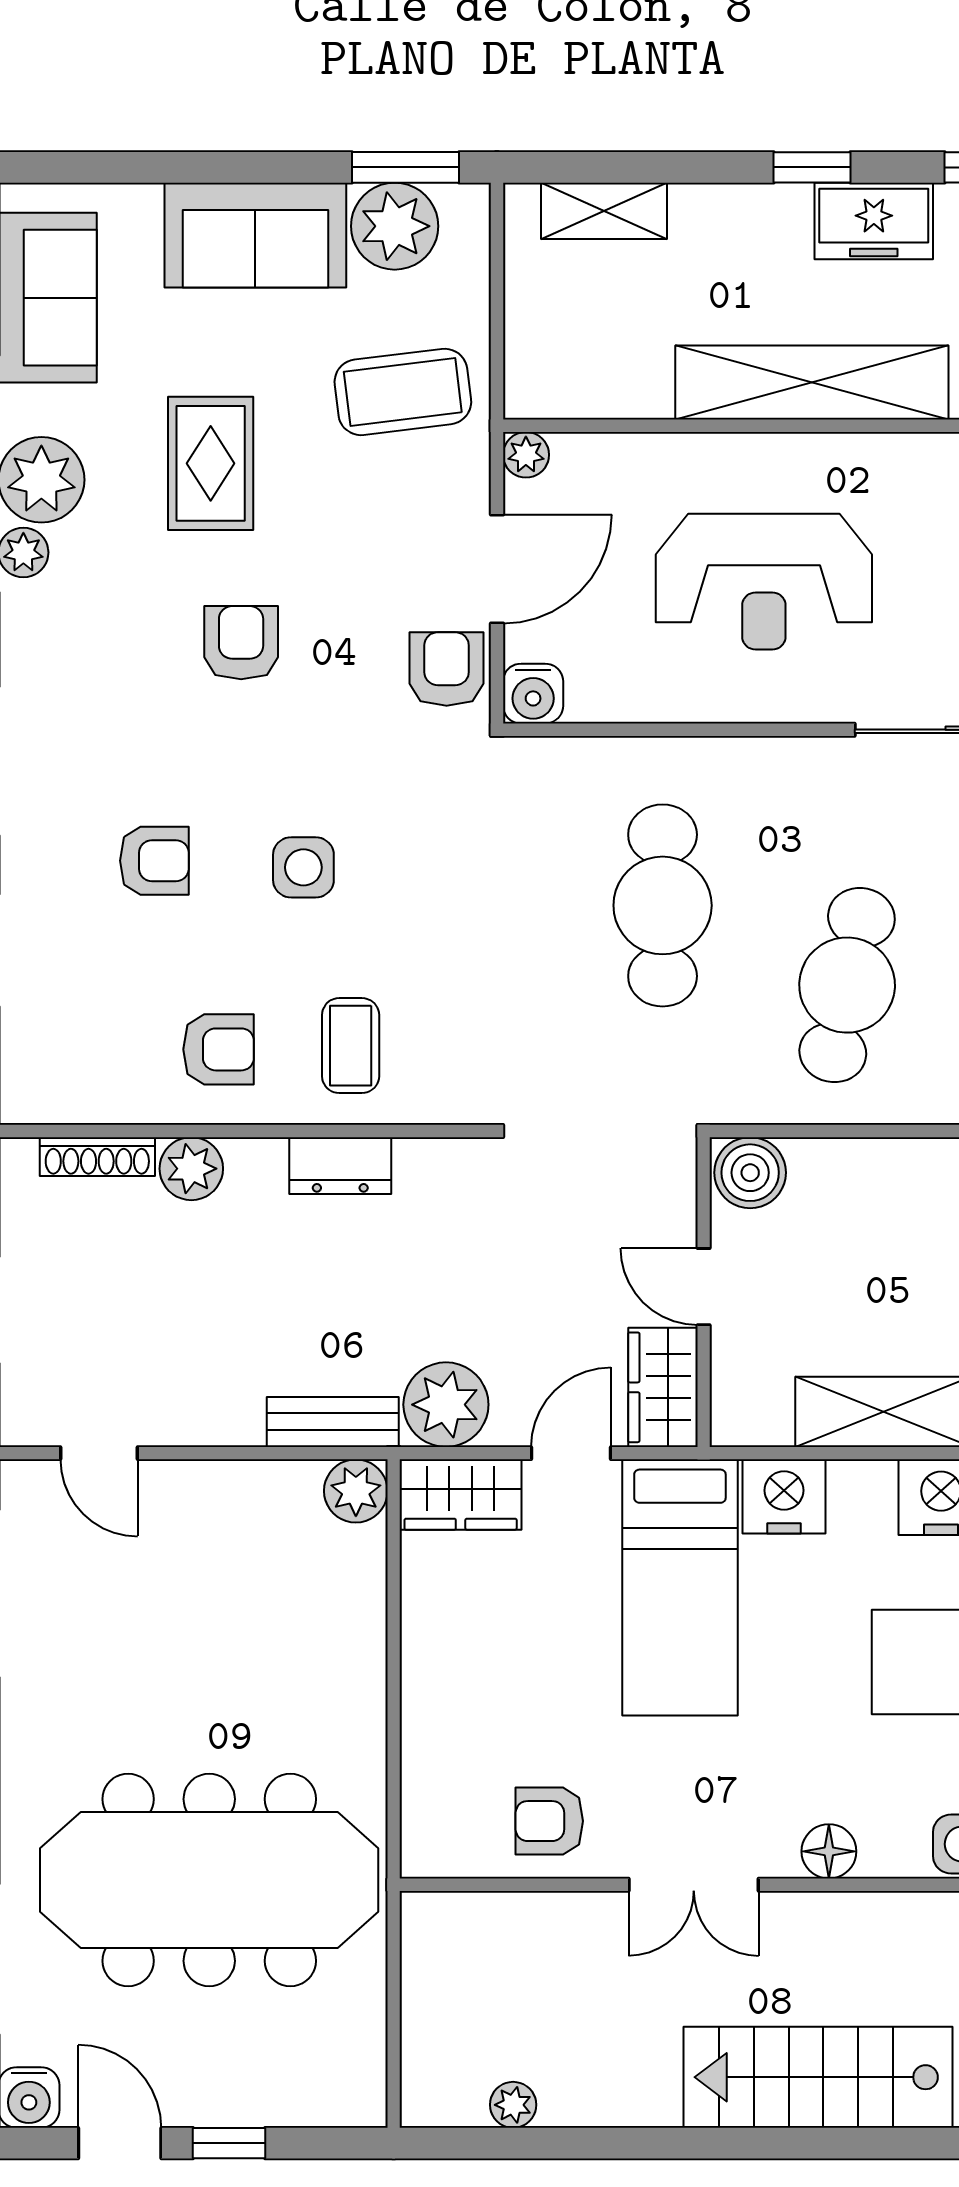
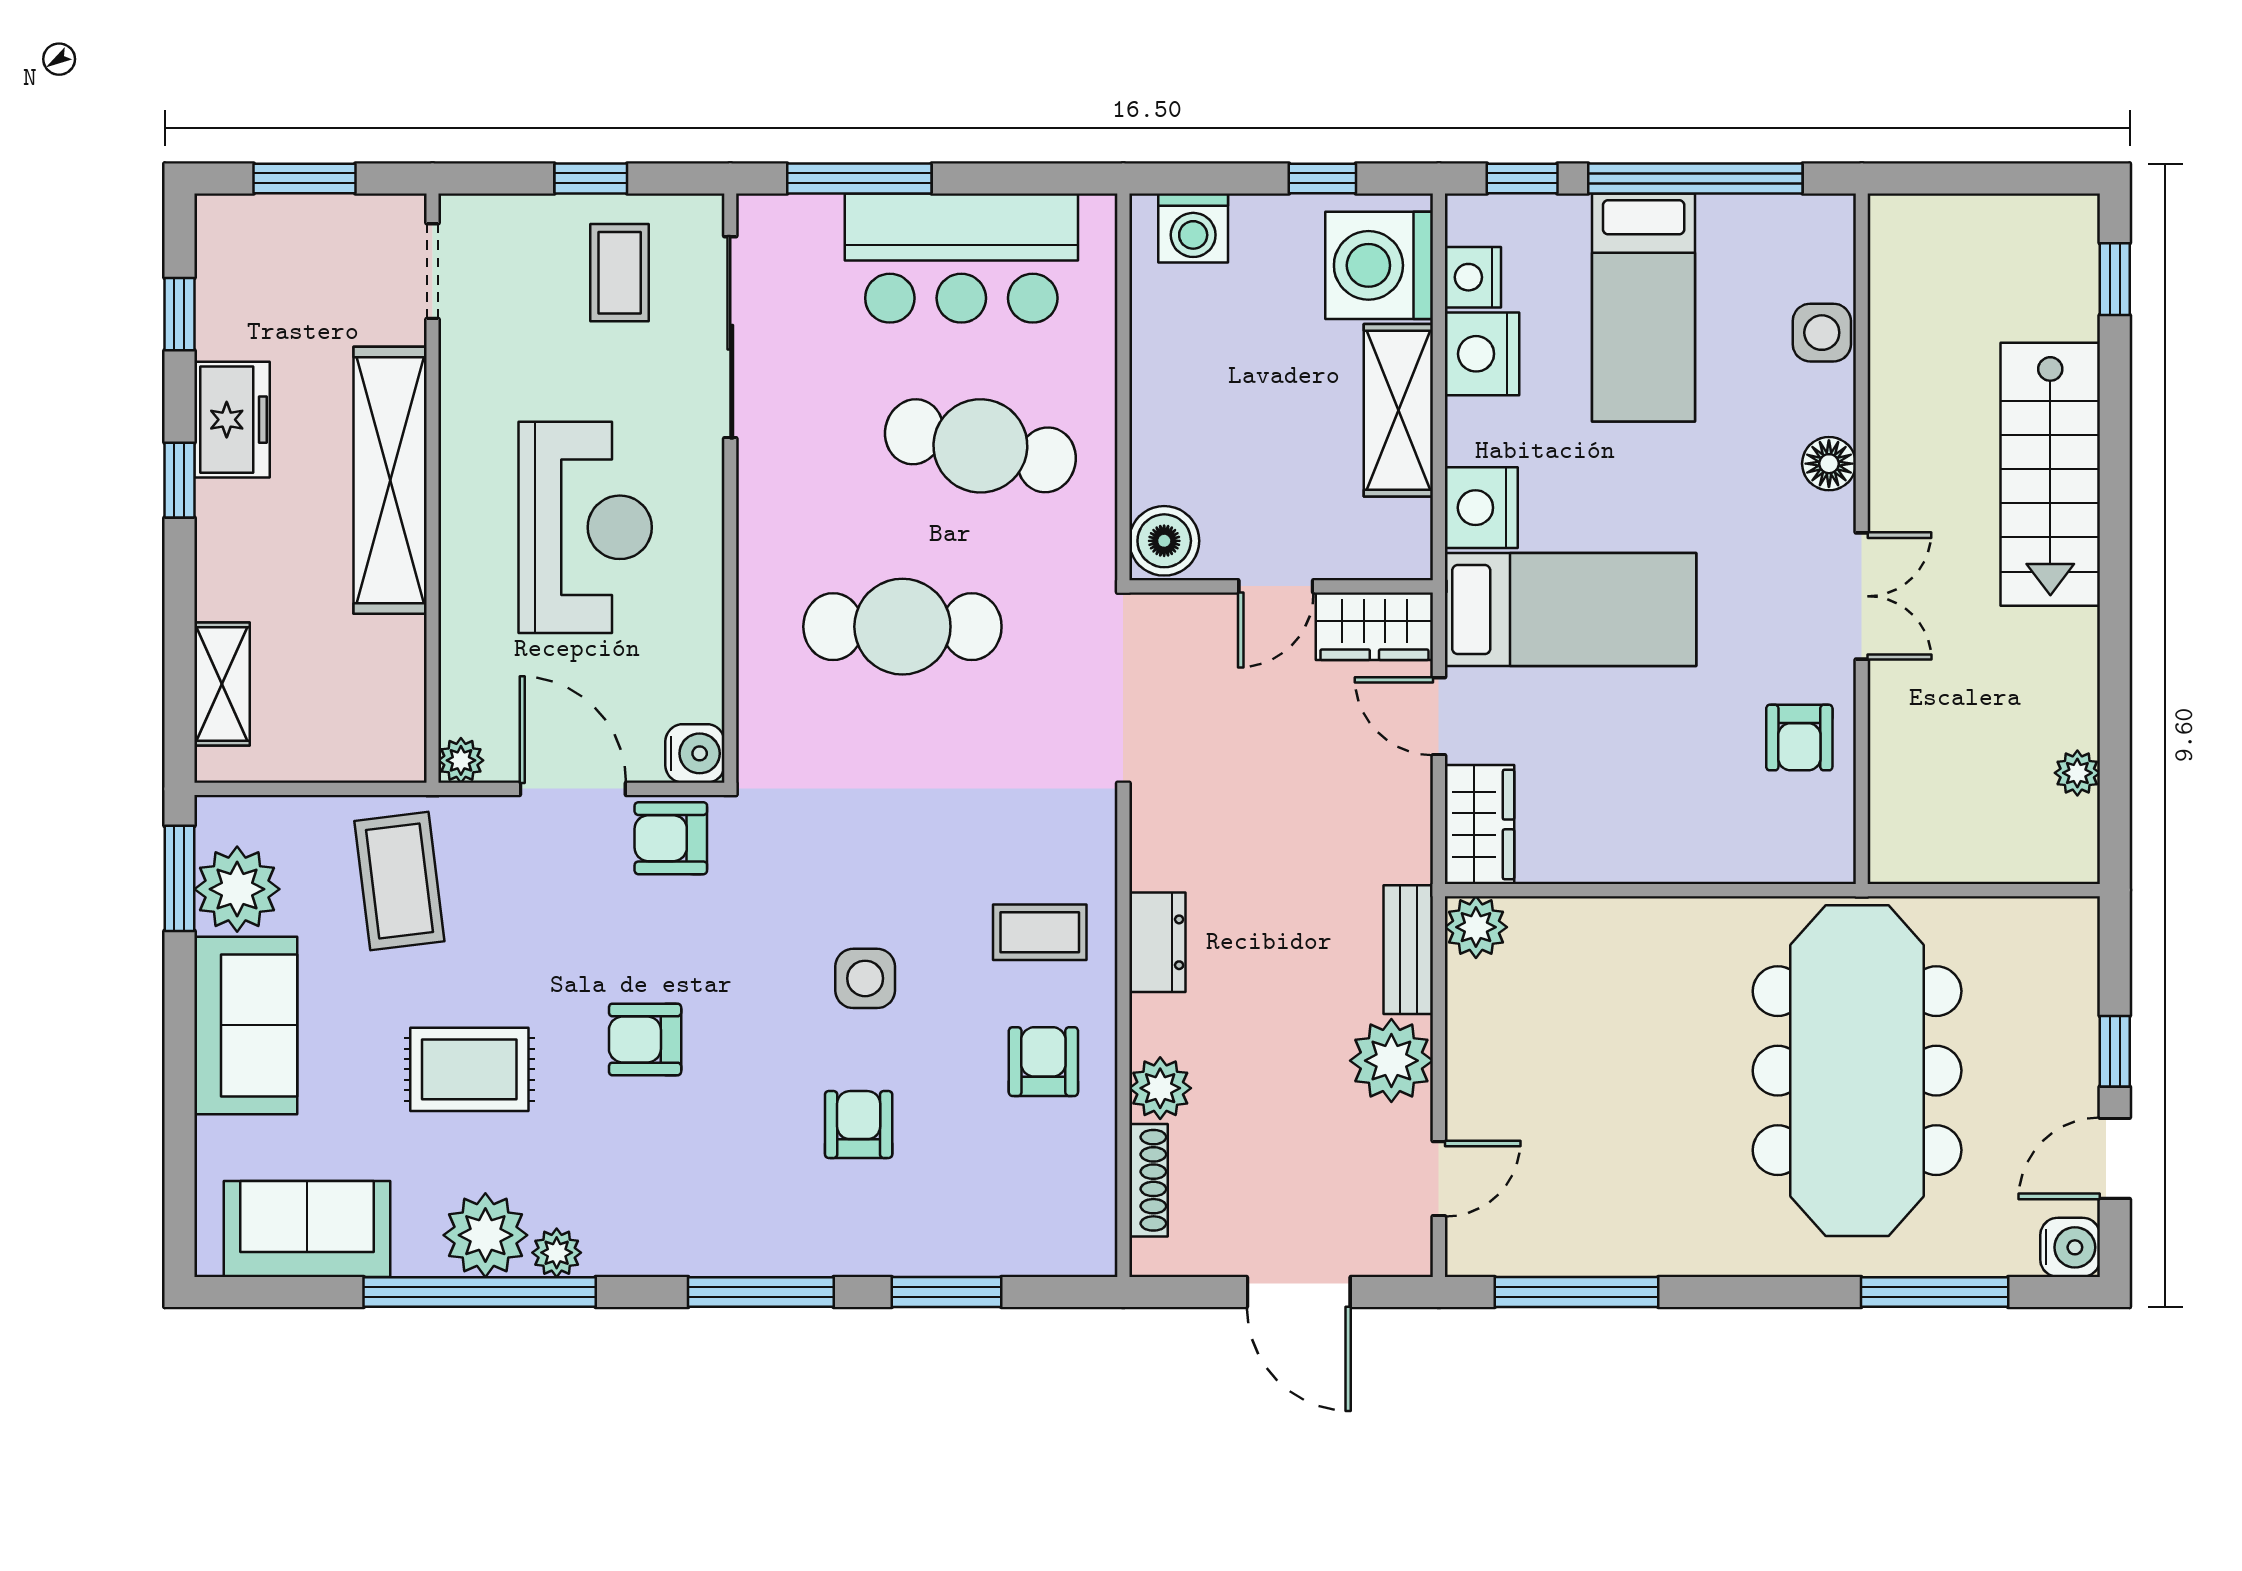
plant: (446, 1405) -> (1391, 1061), moved

